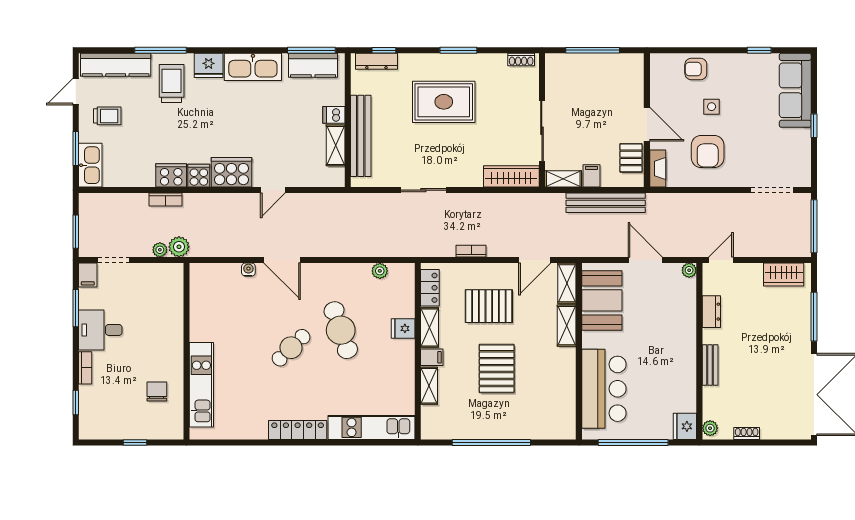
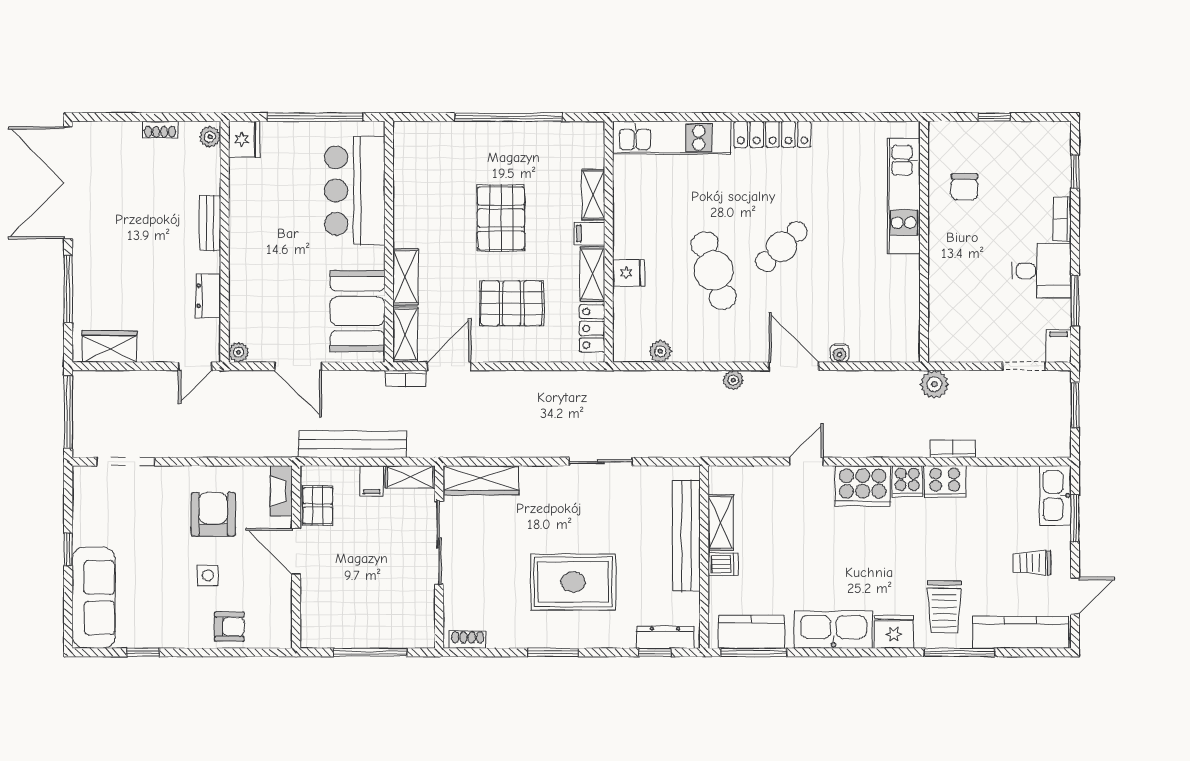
plant: (160, 250) -> (733, 380), moved
bookcase: (471, 251) -> (405, 378), moved

